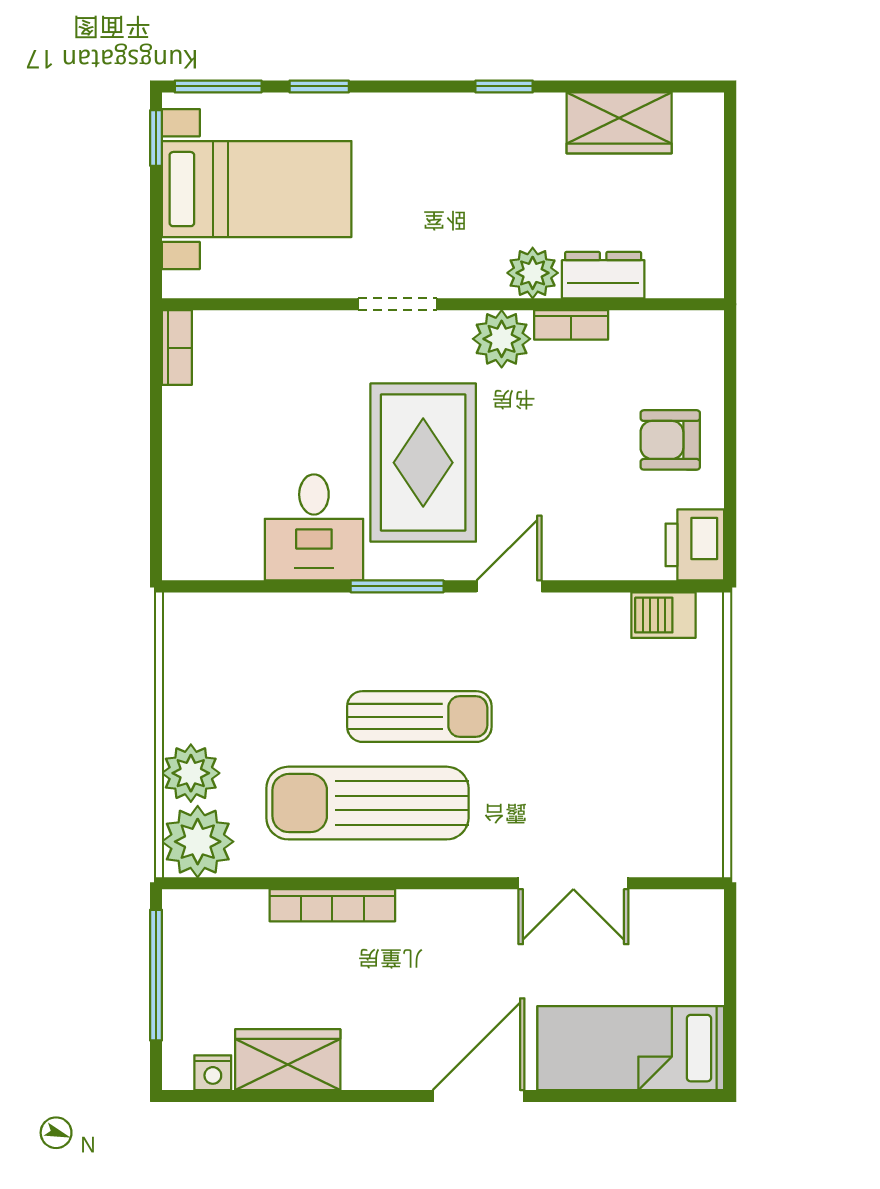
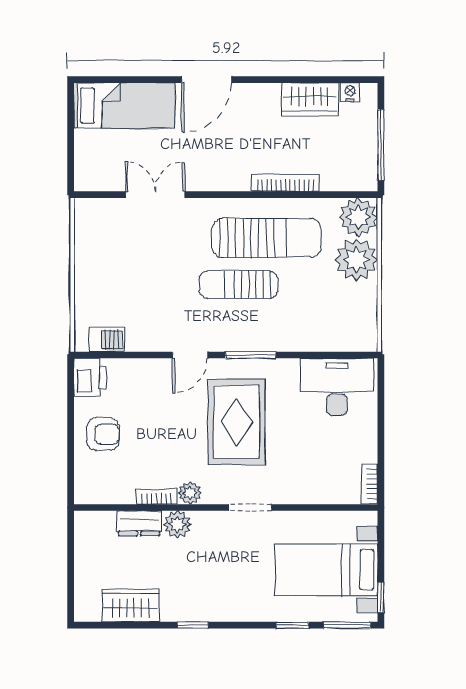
plant: (502, 339) -> (190, 493), width x0.73, depth x0.73
desk: (314, 527) -> (337, 387), moved, width x1.37
plant: (191, 773) -> (356, 260), width x1.36, depth x1.36

